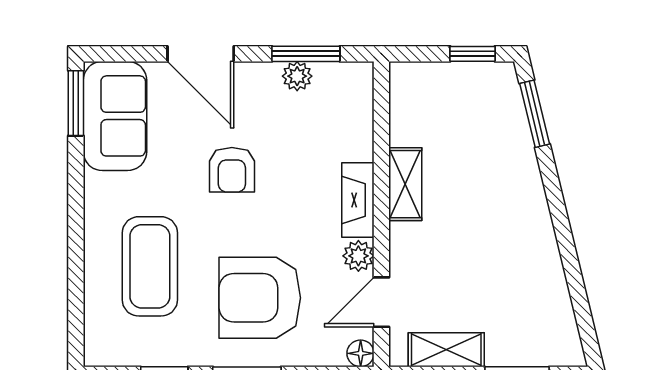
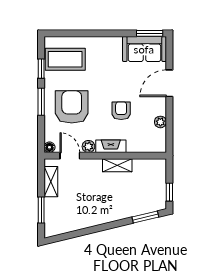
window: (306, 54) -> (169, 125), removed
armchair: (232, 170) -> (121, 111), moved, turned 90
coffee table: (150, 266) -> (65, 59), moved

